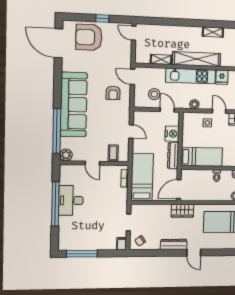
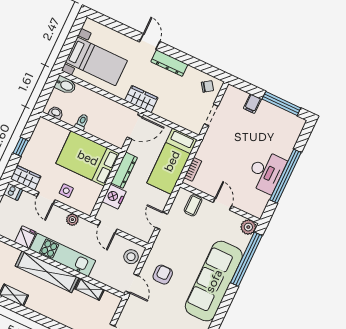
stool: (154, 94) -> (131, 257), moved
bed: (202, 157) -> (88, 158), width x1.50
filing cabinet: (122, 244) -> (252, 104), moved

